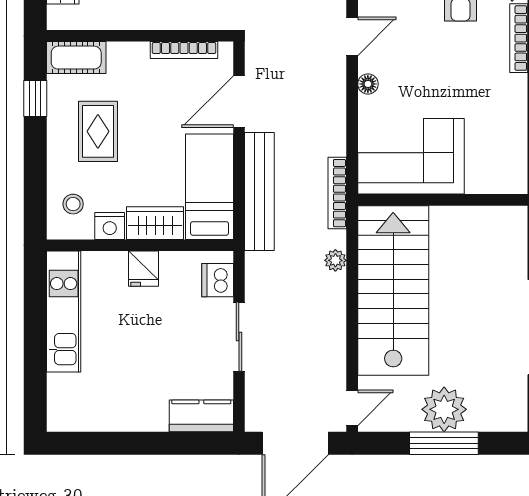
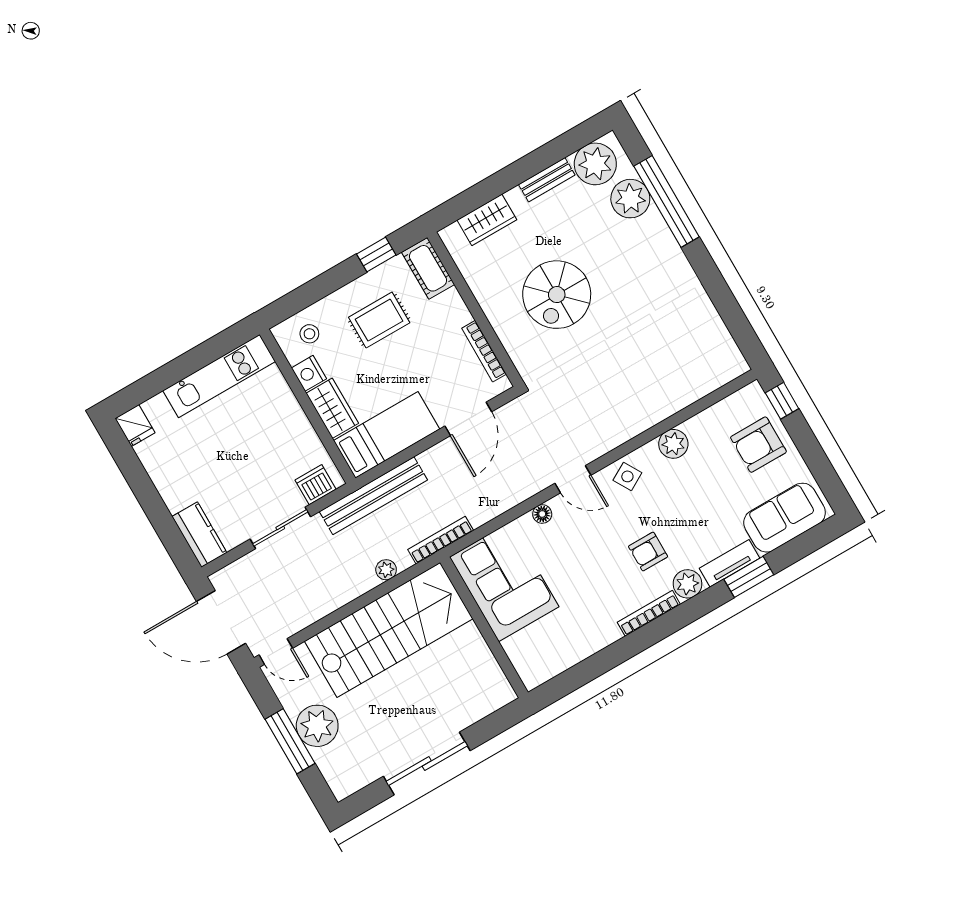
door: (239, 102) -> (468, 419), swing flipped
bench: (259, 191) -> (373, 496), moved
fridge: (143, 269) -> (135, 425), moved, turned -90

